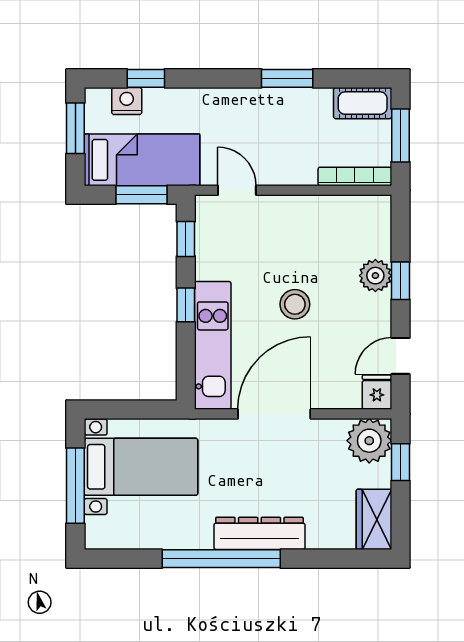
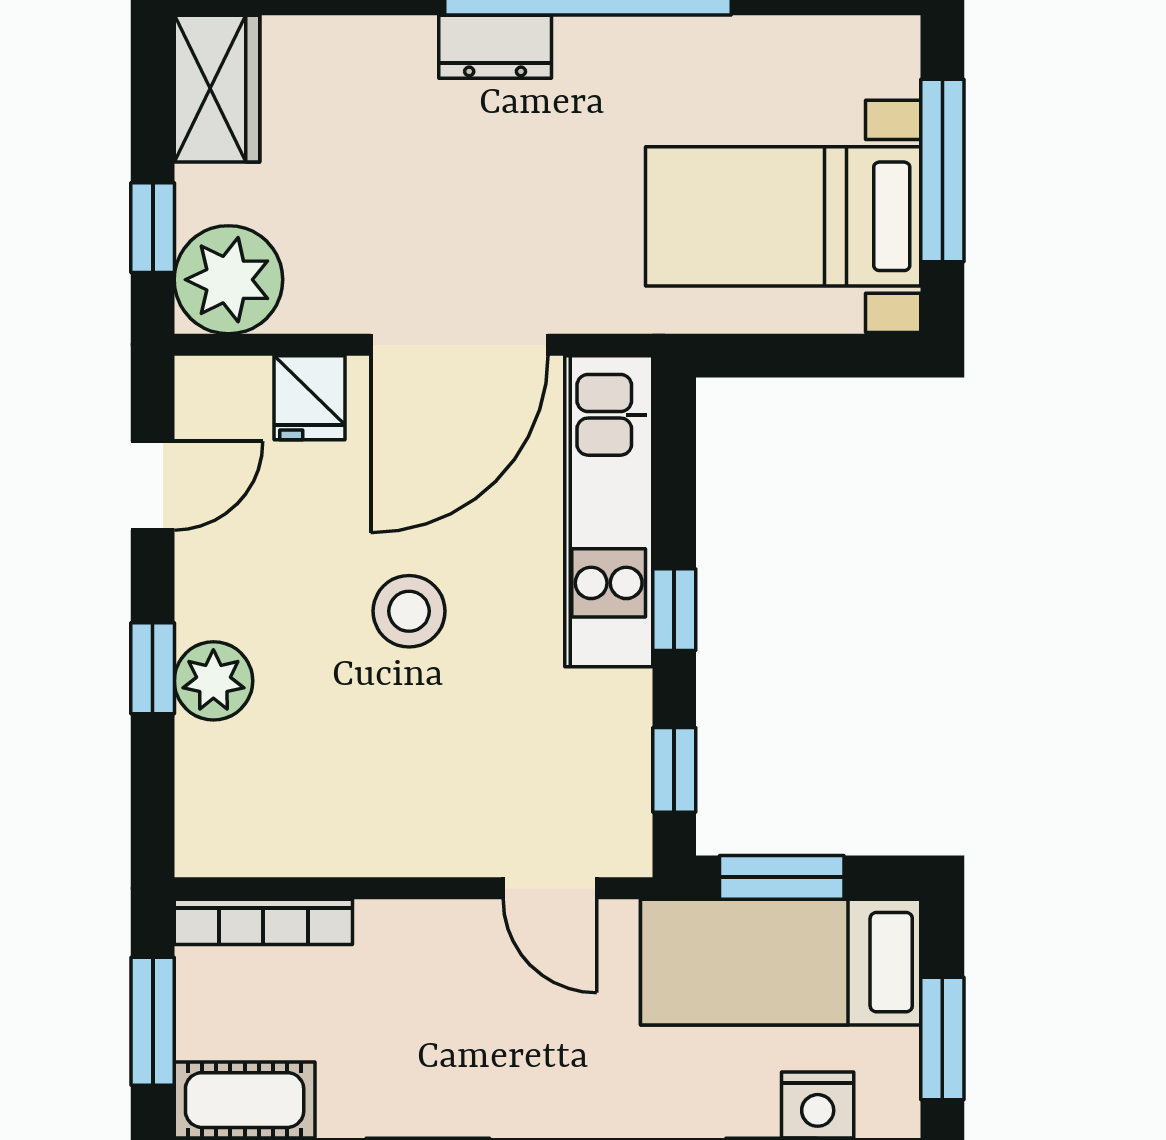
fridge: (377, 392) -> (310, 398), moved
dresser: (260, 533) -> (495, 47), width x0.51, depth x0.80

